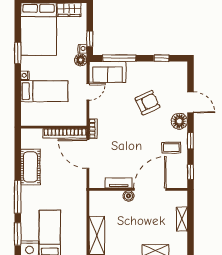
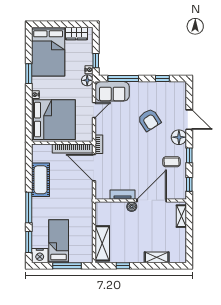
bed: (44, 91) -> (53, 120), width x2.04
armchair: (147, 103) -> (149, 120), turned 82
shelving: (182, 219) -> (181, 216), moved

